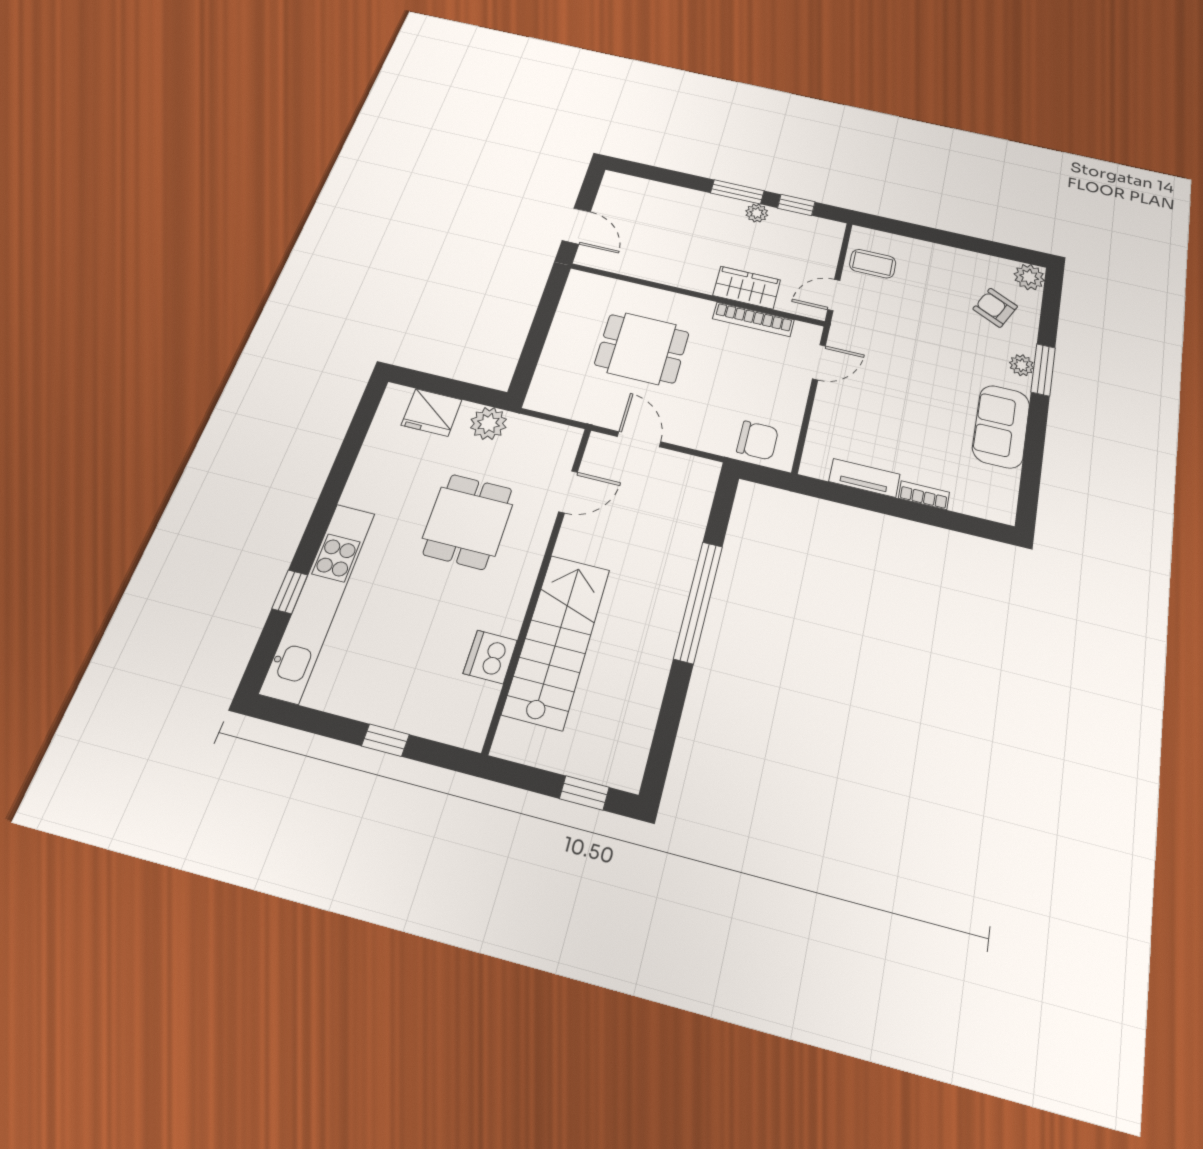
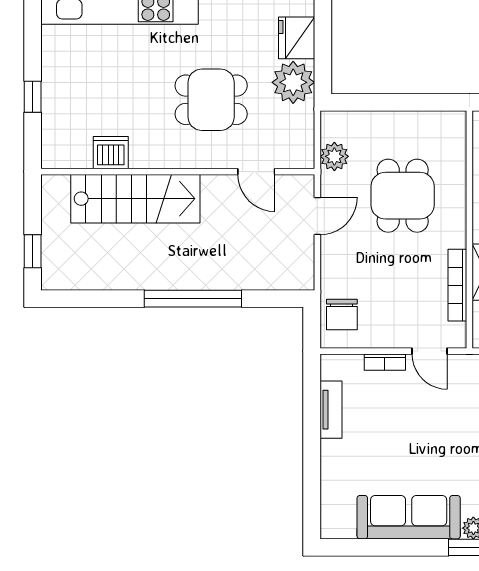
plant: (577, 406) -> (334, 156), added
plant: (488, 423) -> (293, 82), width x1.36, depth x1.36
sofa: (1001, 426) -> (409, 517), width x1.36
bookcase: (924, 495) -> (385, 362), moved, turned 90

